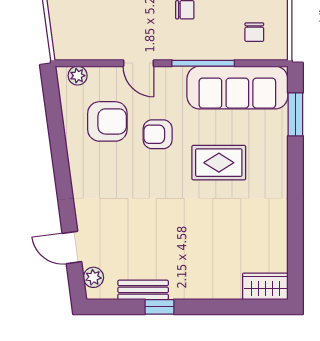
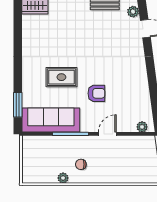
chair: (254, 32) -> (41, 152), removed
door: (138, 63) -> (107, 134), hinge flipped
armchair: (107, 121) -> (125, 101), removed

